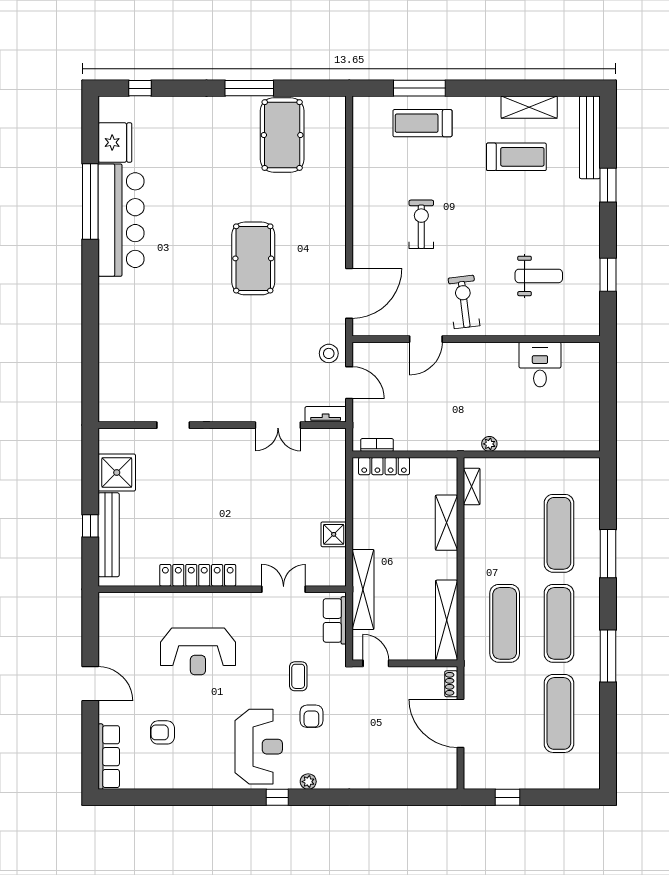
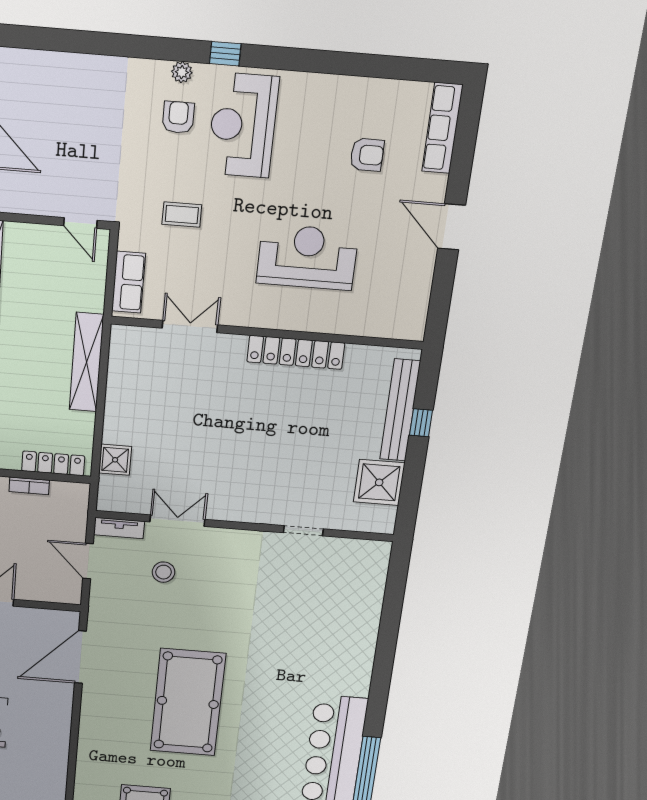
pool table: (253, 258) -> (188, 702), width x1.36, depth x1.32
stool: (329, 353) -> (164, 572), moved
bookcase: (377, 445) -> (29, 486), moved
shower: (334, 534) -> (115, 460), moved
double door: (284, 589) -> (190, 326), swing flipped
shelving: (363, 589) -> (86, 362), moved
coffee table: (298, 676) -> (182, 215), turned 90
armchair: (311, 716) -> (178, 117), moved

